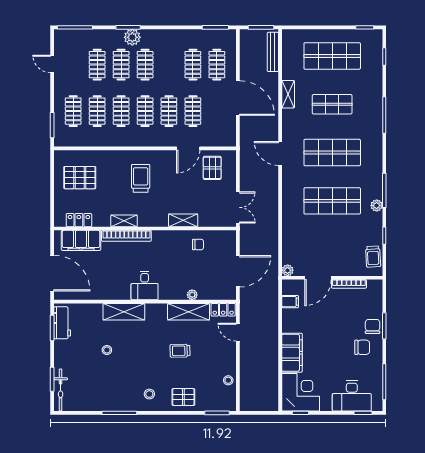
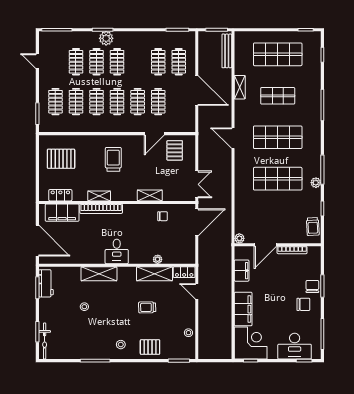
door: (238, 271) -> (197, 222), moved
filing cabinet: (290, 302) -> (242, 271), width x2.00

